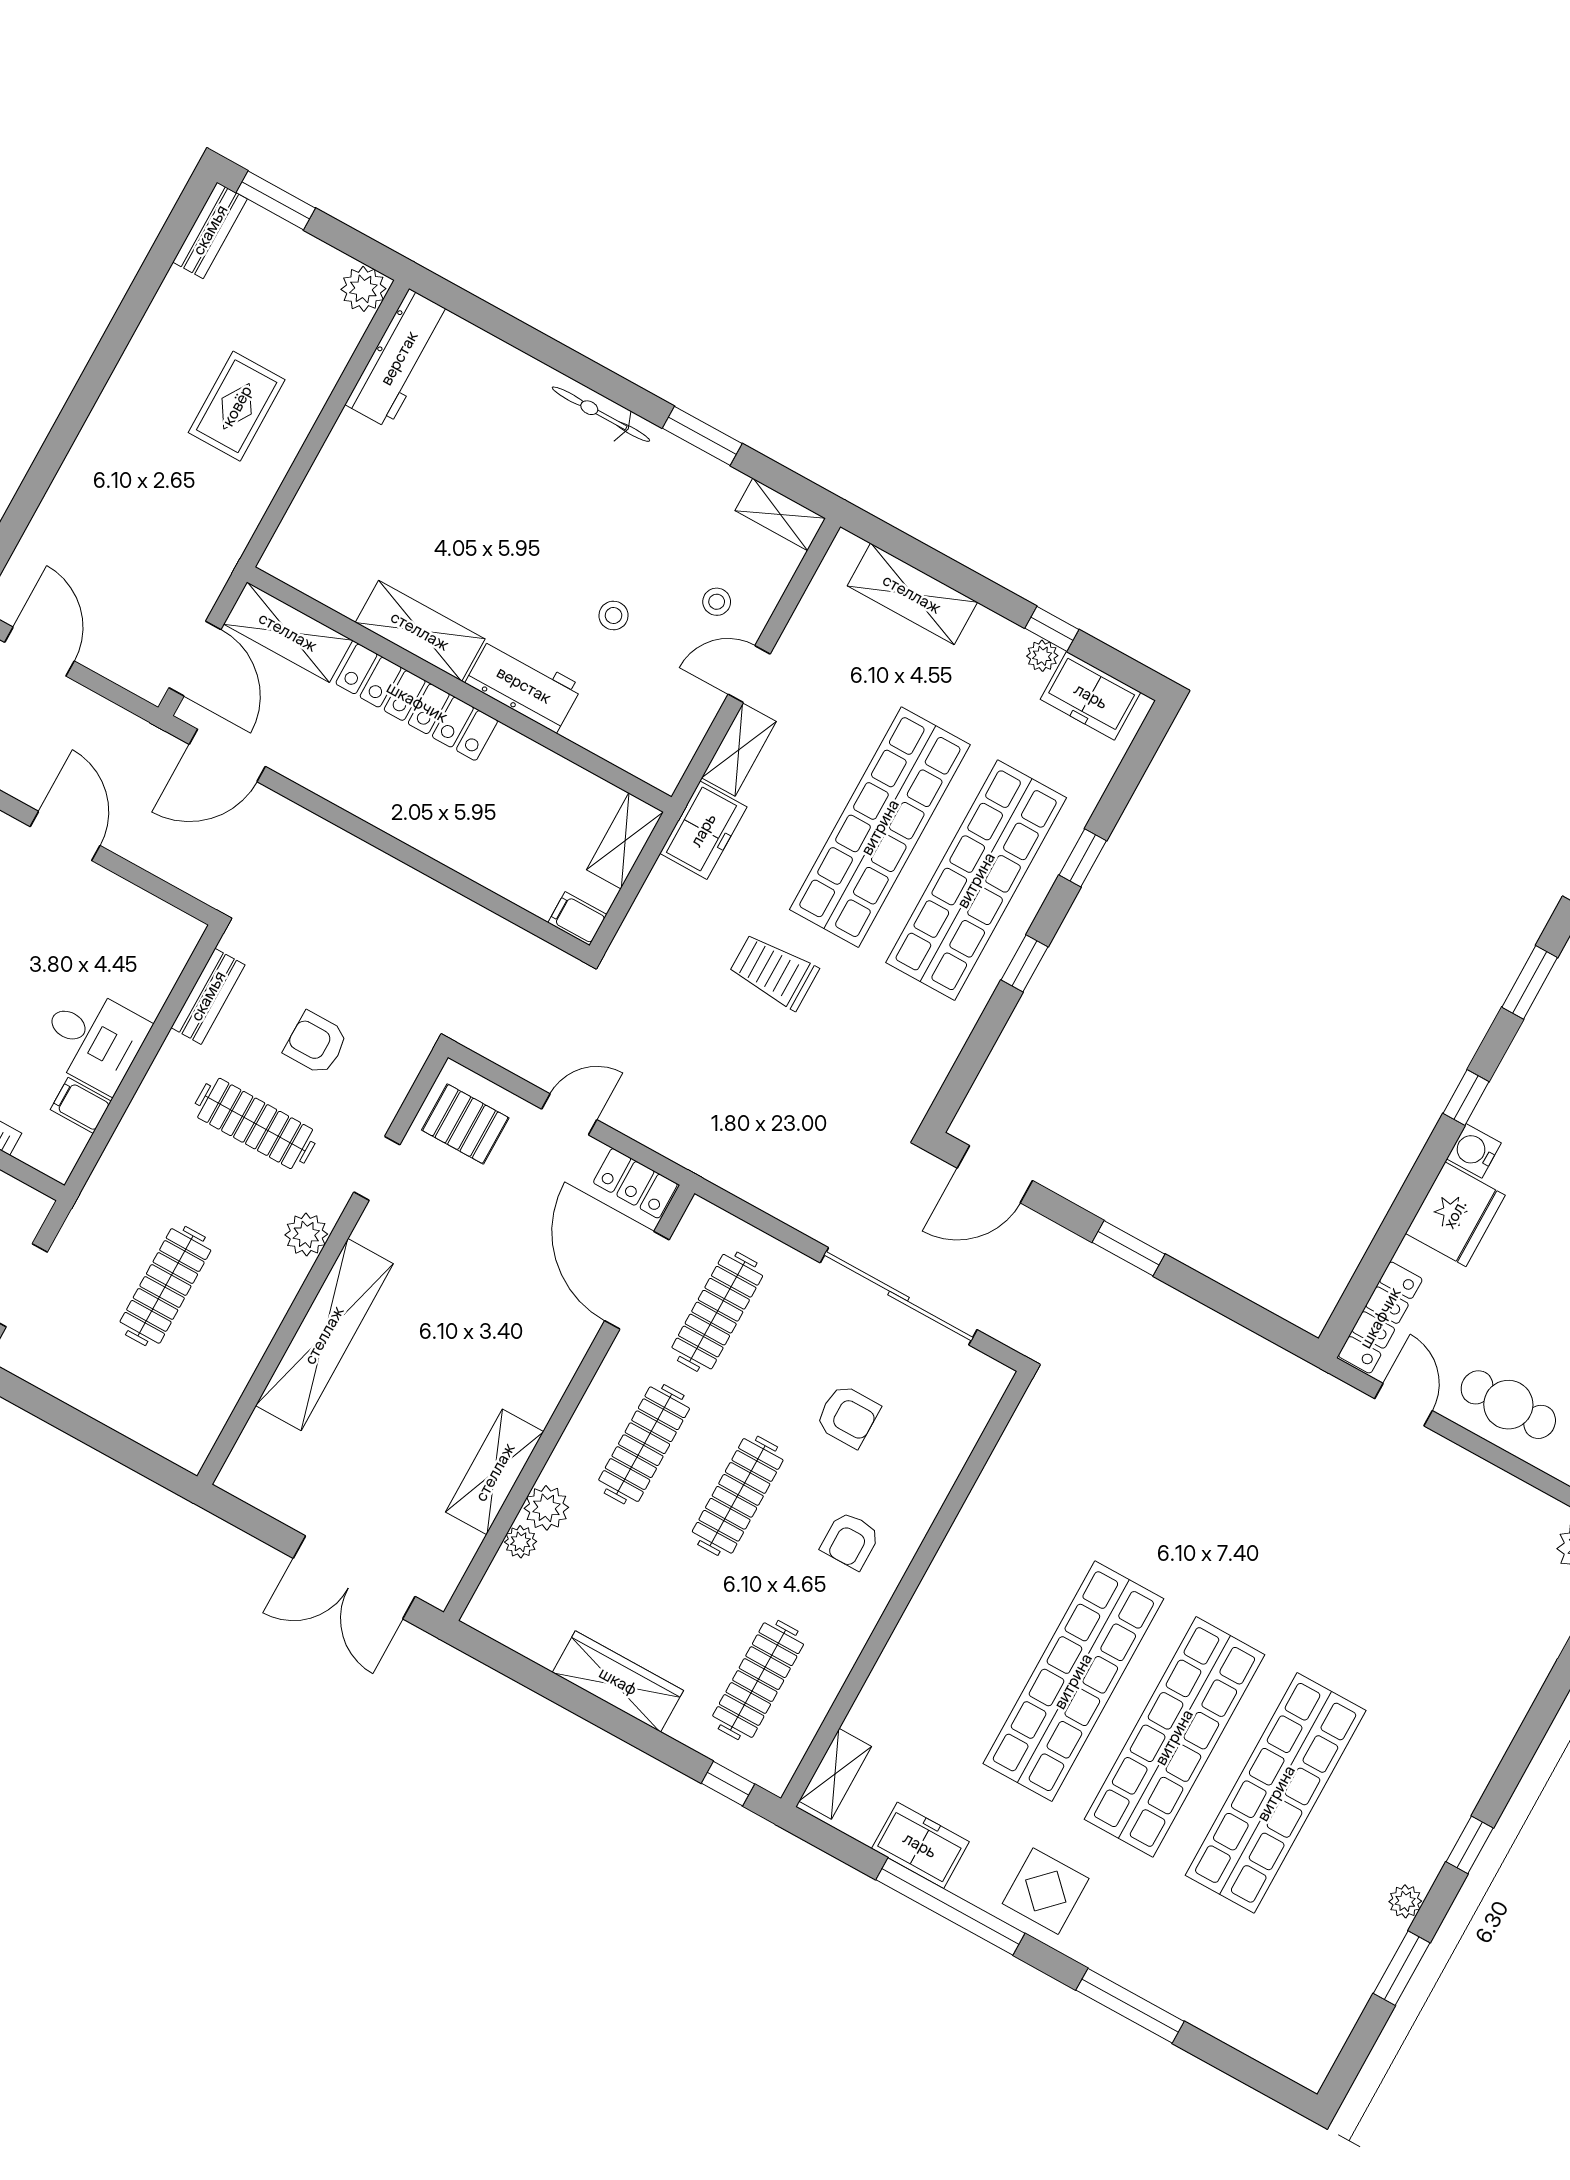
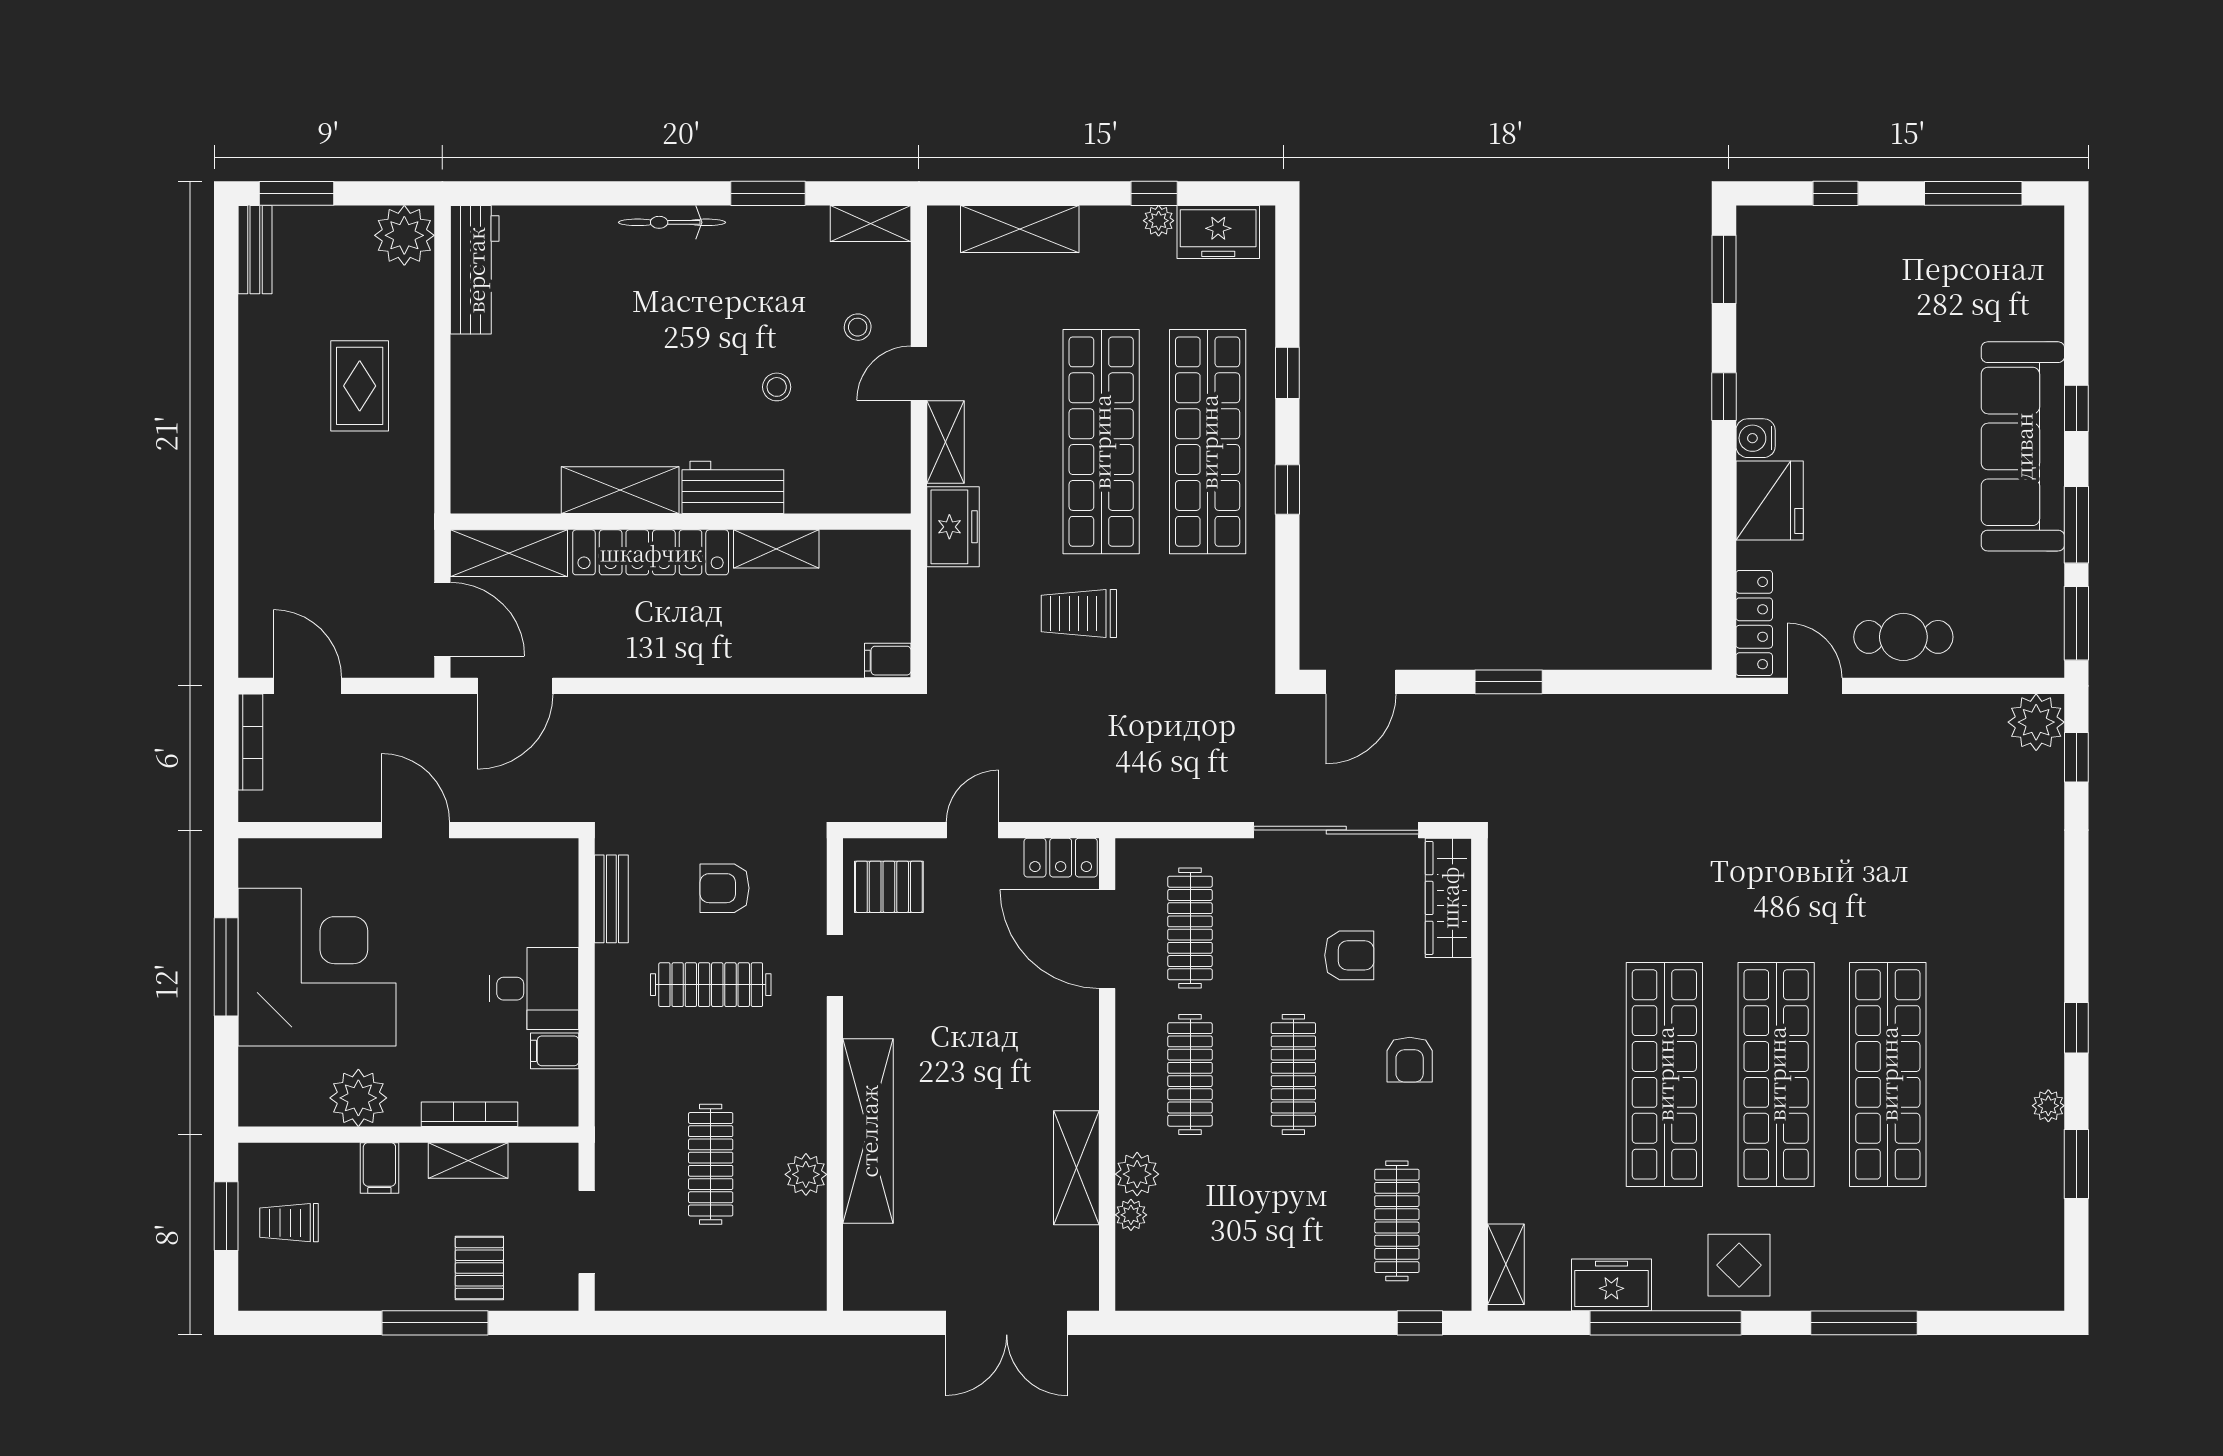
plant: (363, 289) -> (404, 235), width x1.36, depth x1.36
shelving: (625, 841) -> (776, 549), moved, turned 90
plant: (306, 1234) -> (806, 1174), moved
wardrobe: (618, 1681) -> (1449, 898), moved, turned -90

